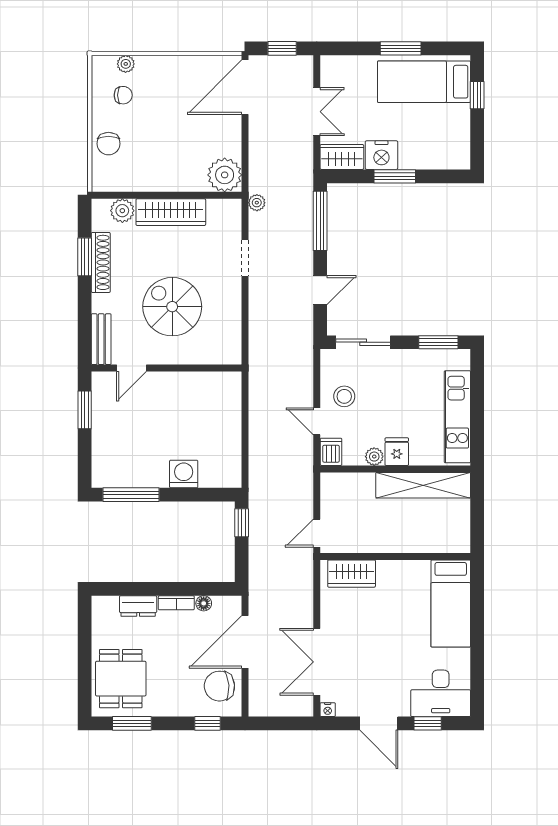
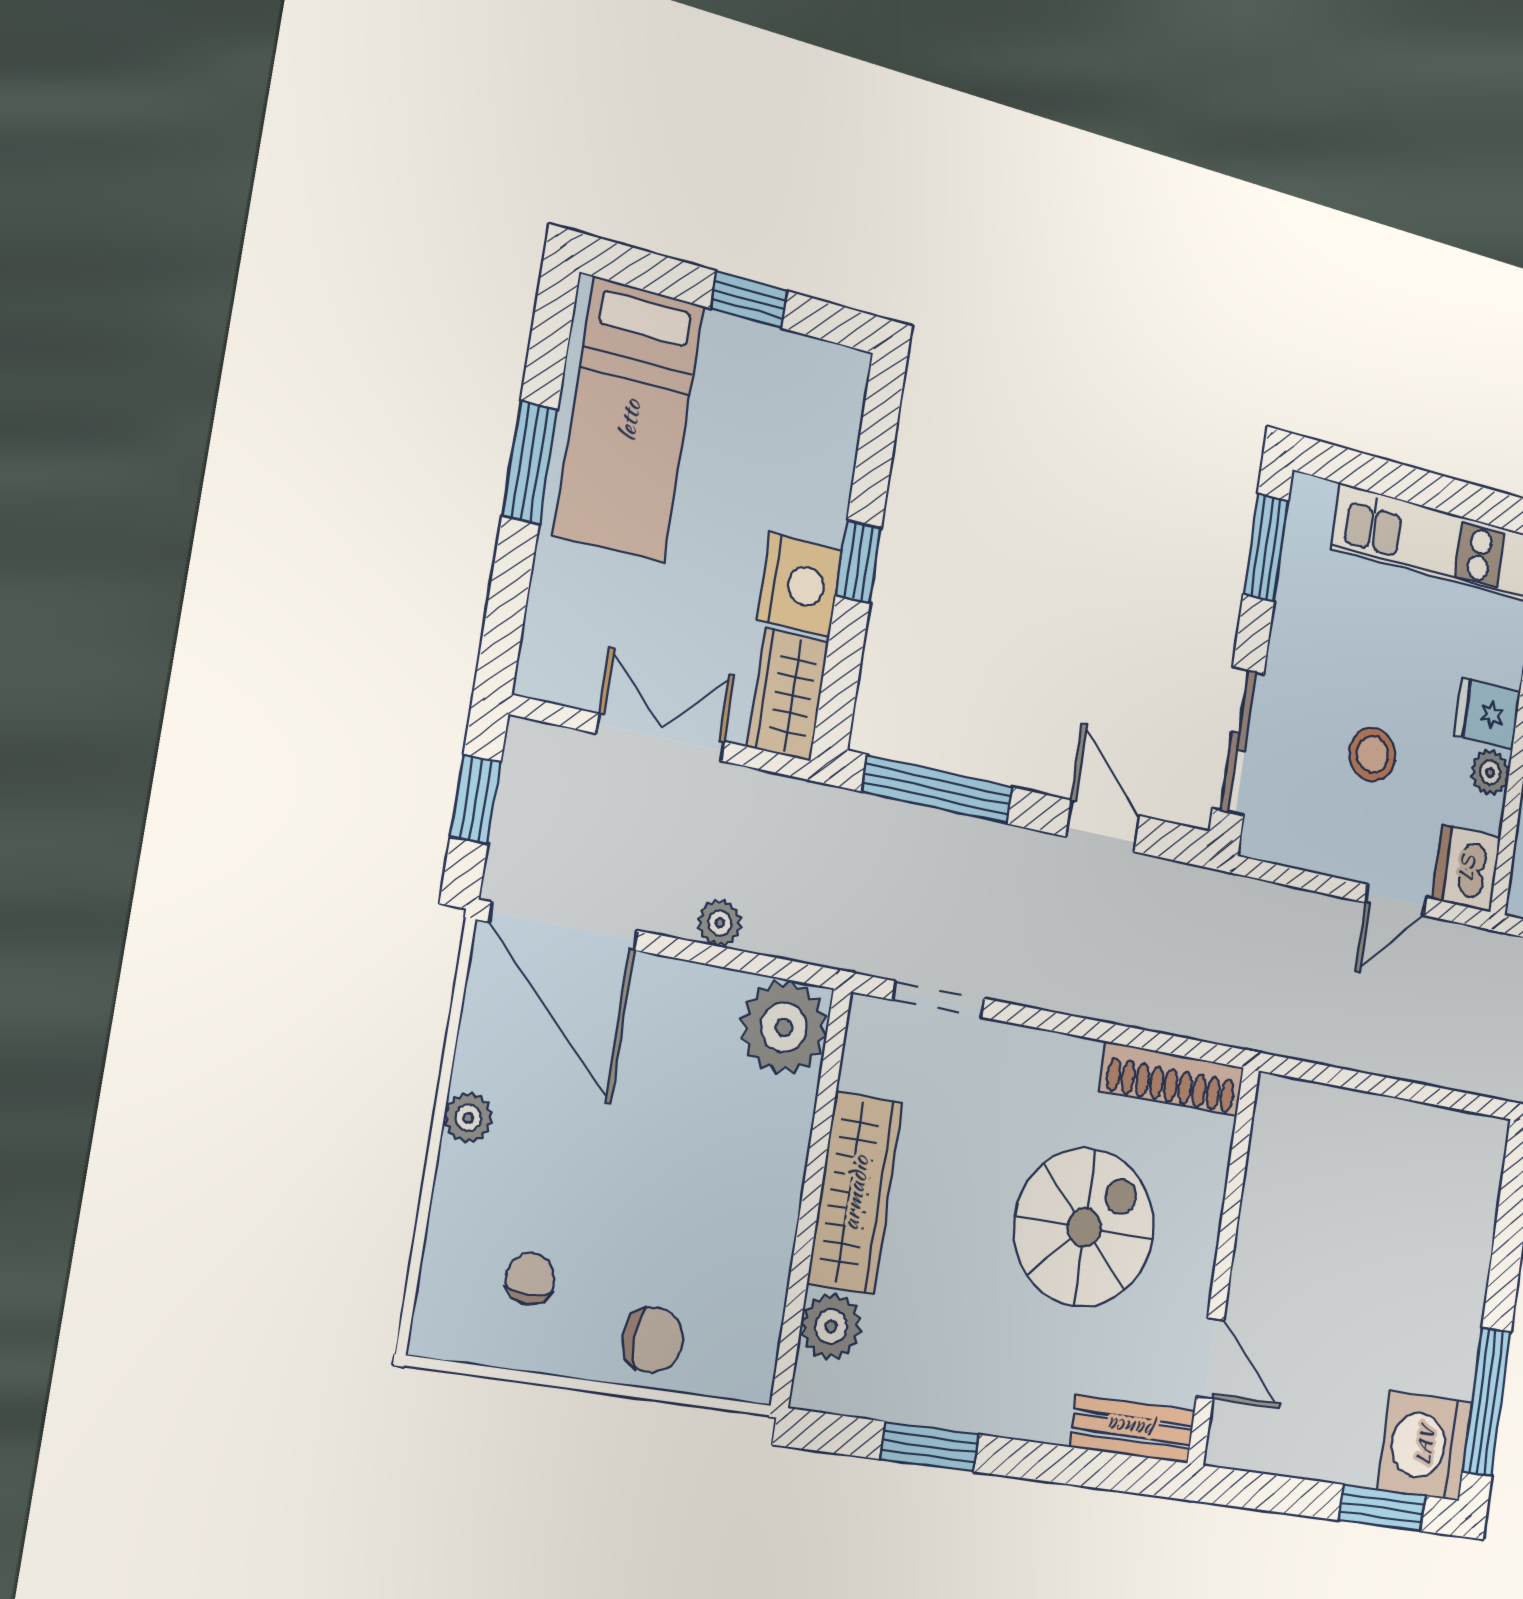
plant: (126, 64) -> (468, 1118), moved
window: (477, 95) -> (749, 300), moved
window: (395, 176) -> (858, 562), width x0.67
plant: (257, 203) -> (720, 923), moved
doorway: (245, 258) -> (939, 999), moved
shoe rack: (101, 262) -> (1172, 1079), moved, turned 180
spiral stairs: (172, 307) -> (1084, 1227), turned 180
stool: (344, 396) -> (1372, 754), moved
window: (85, 410) -> (1382, 1508), moved
dishwasher: (331, 452) -> (1467, 868), width x1.38
washing machine: (184, 474) -> (1425, 1446), moved, width x1.37, depth x1.37

